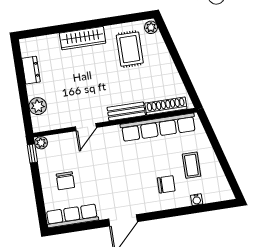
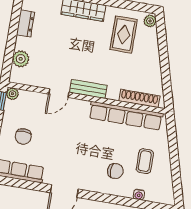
bench: (126, 111) -> (88, 89), moved

